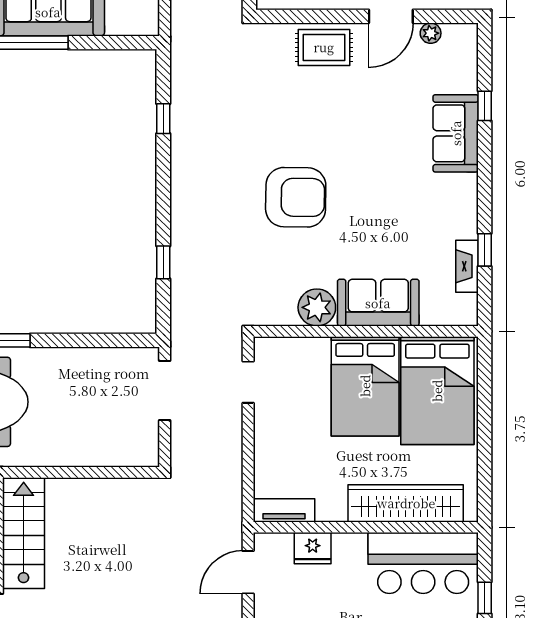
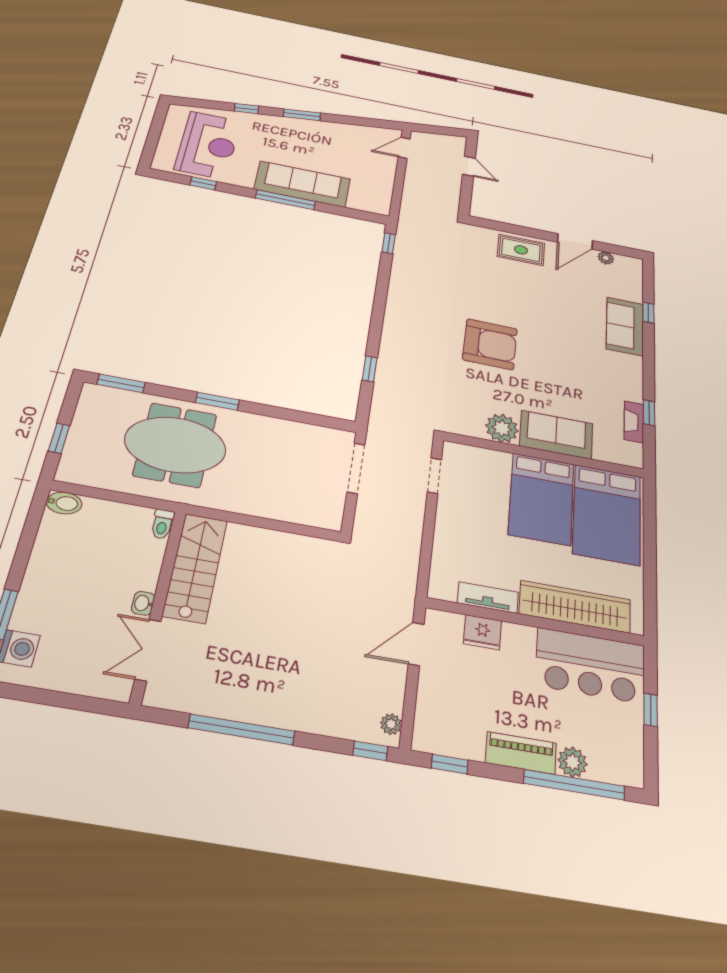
window: (163, 119) -> (389, 243), moved
tv unit: (284, 510) -> (488, 598), moved

